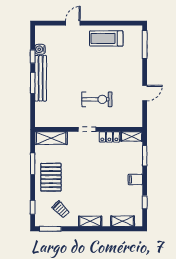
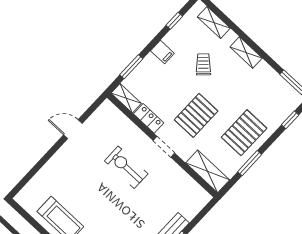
window: (145, 44) -> (28, 177), removed
pallet: (85, 162) -> (196, 115), added
trolley: (61, 209) -> (203, 64), moved

